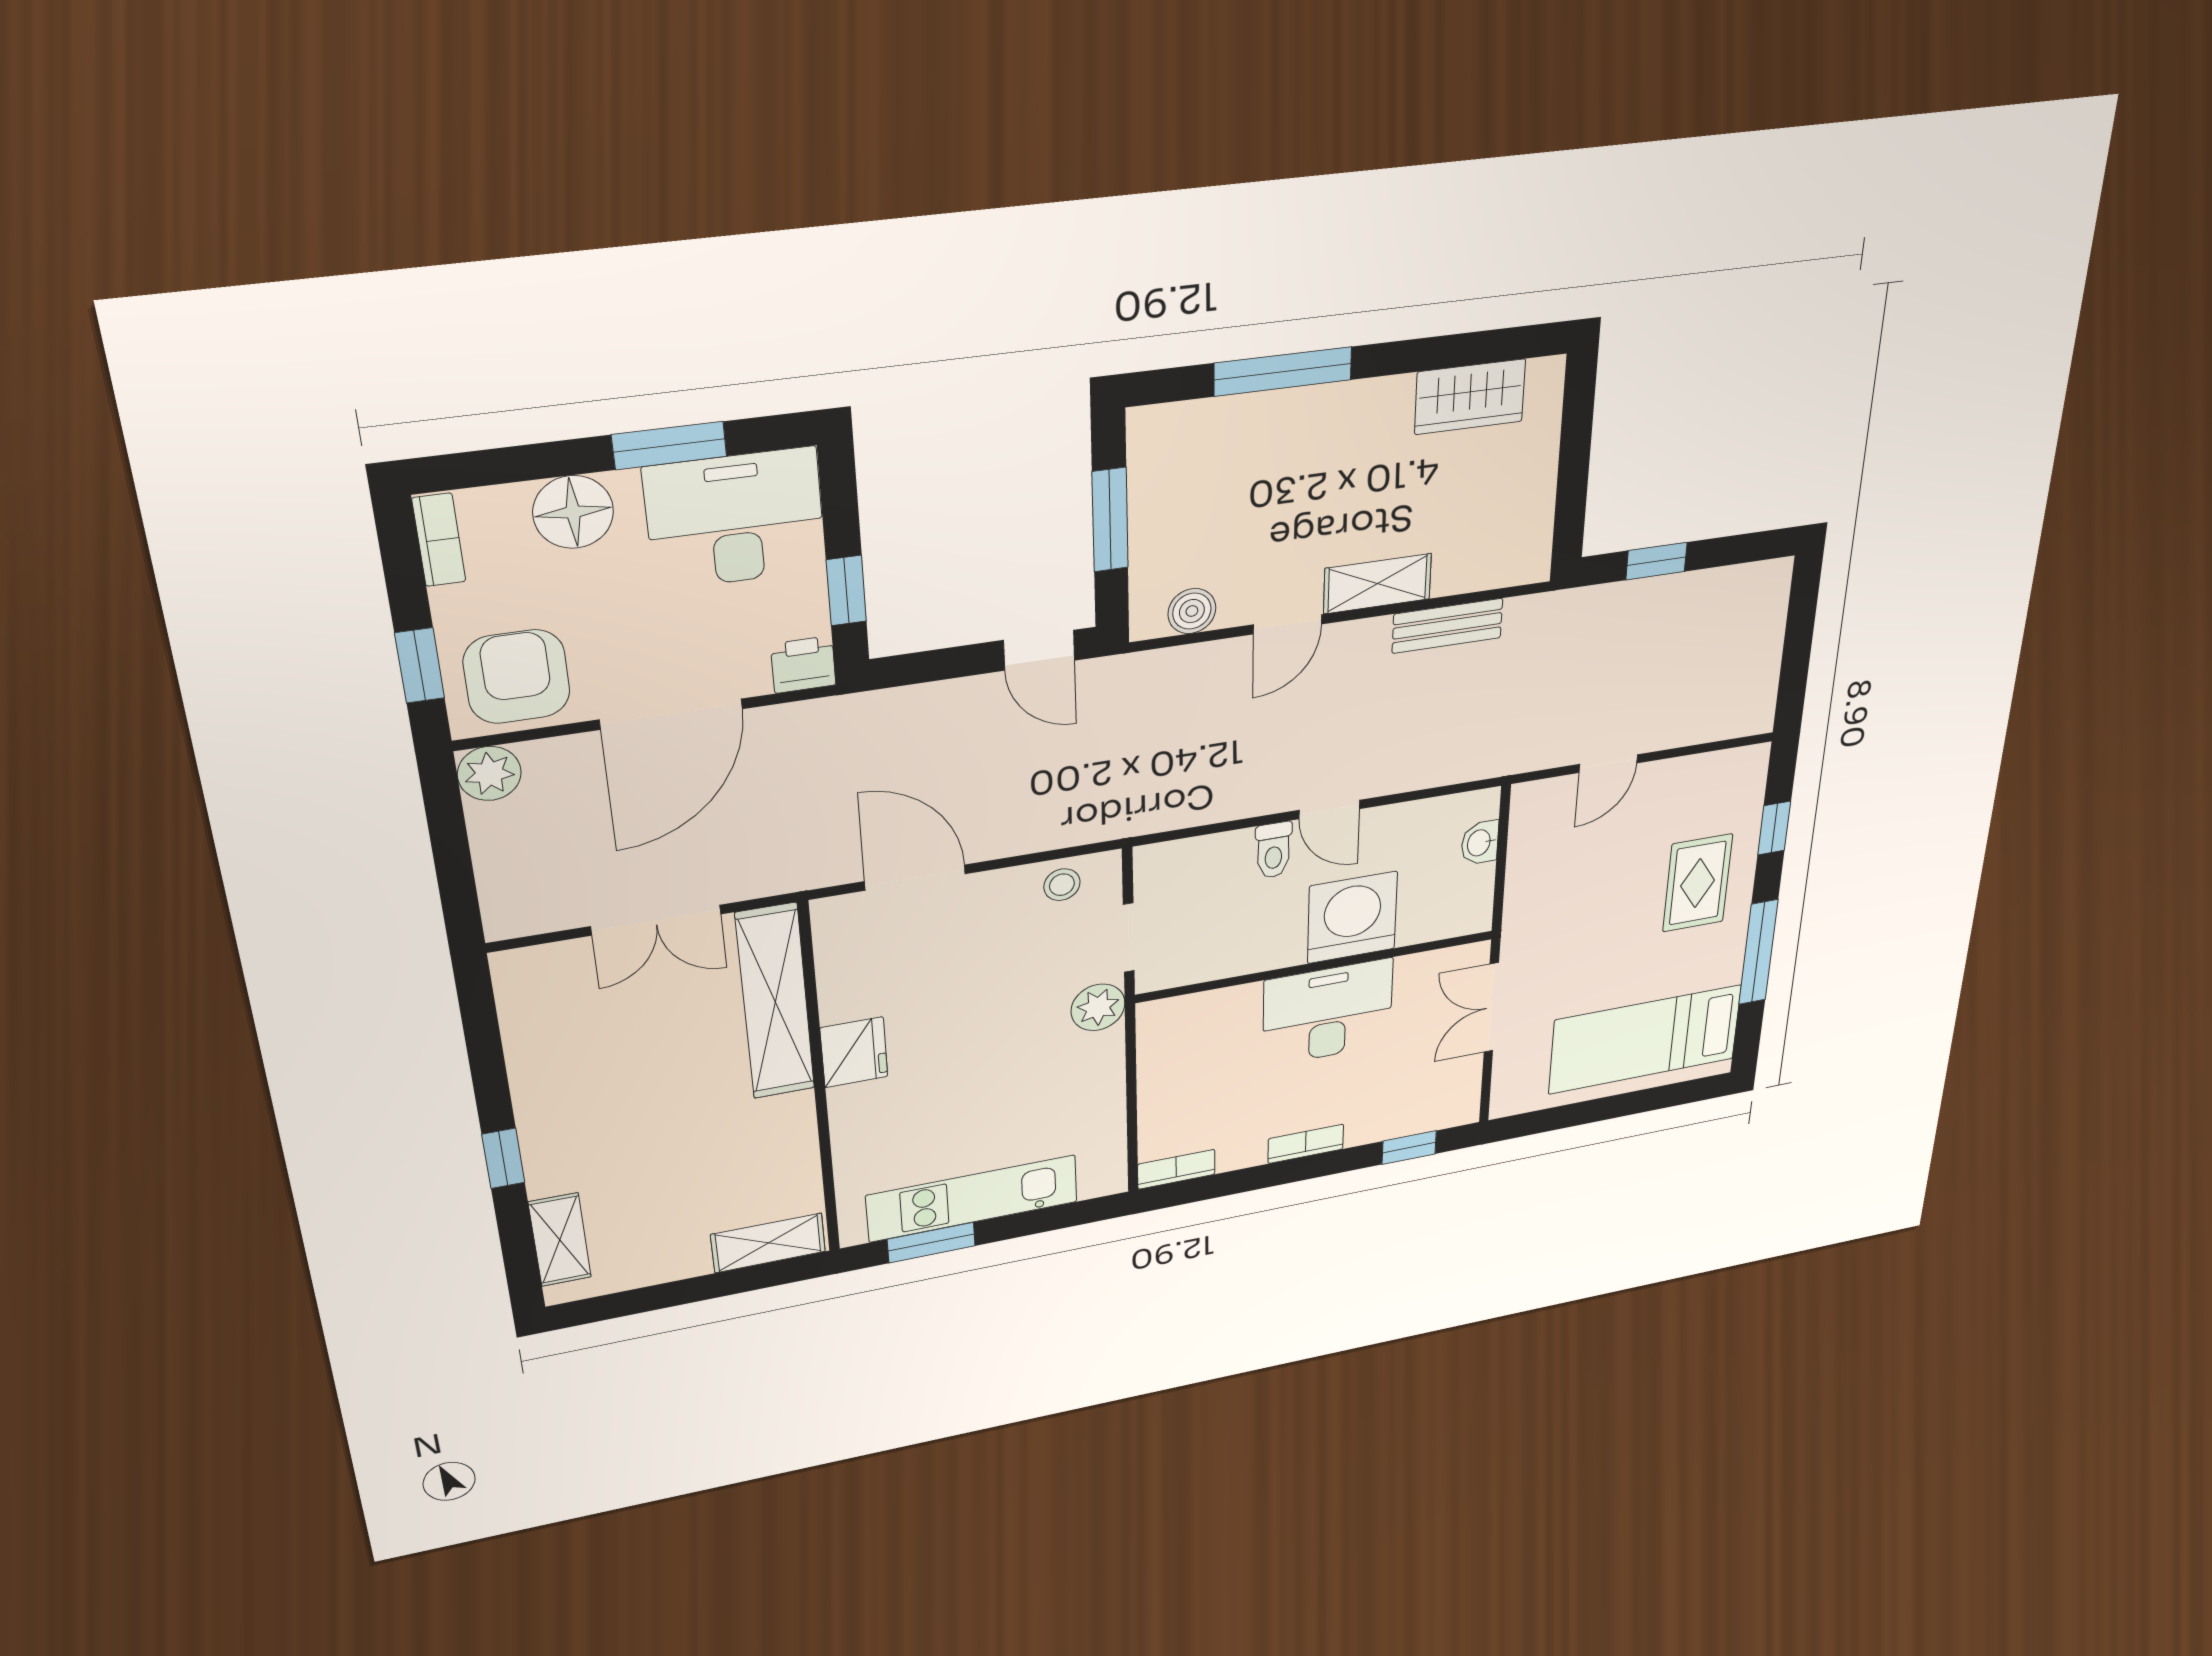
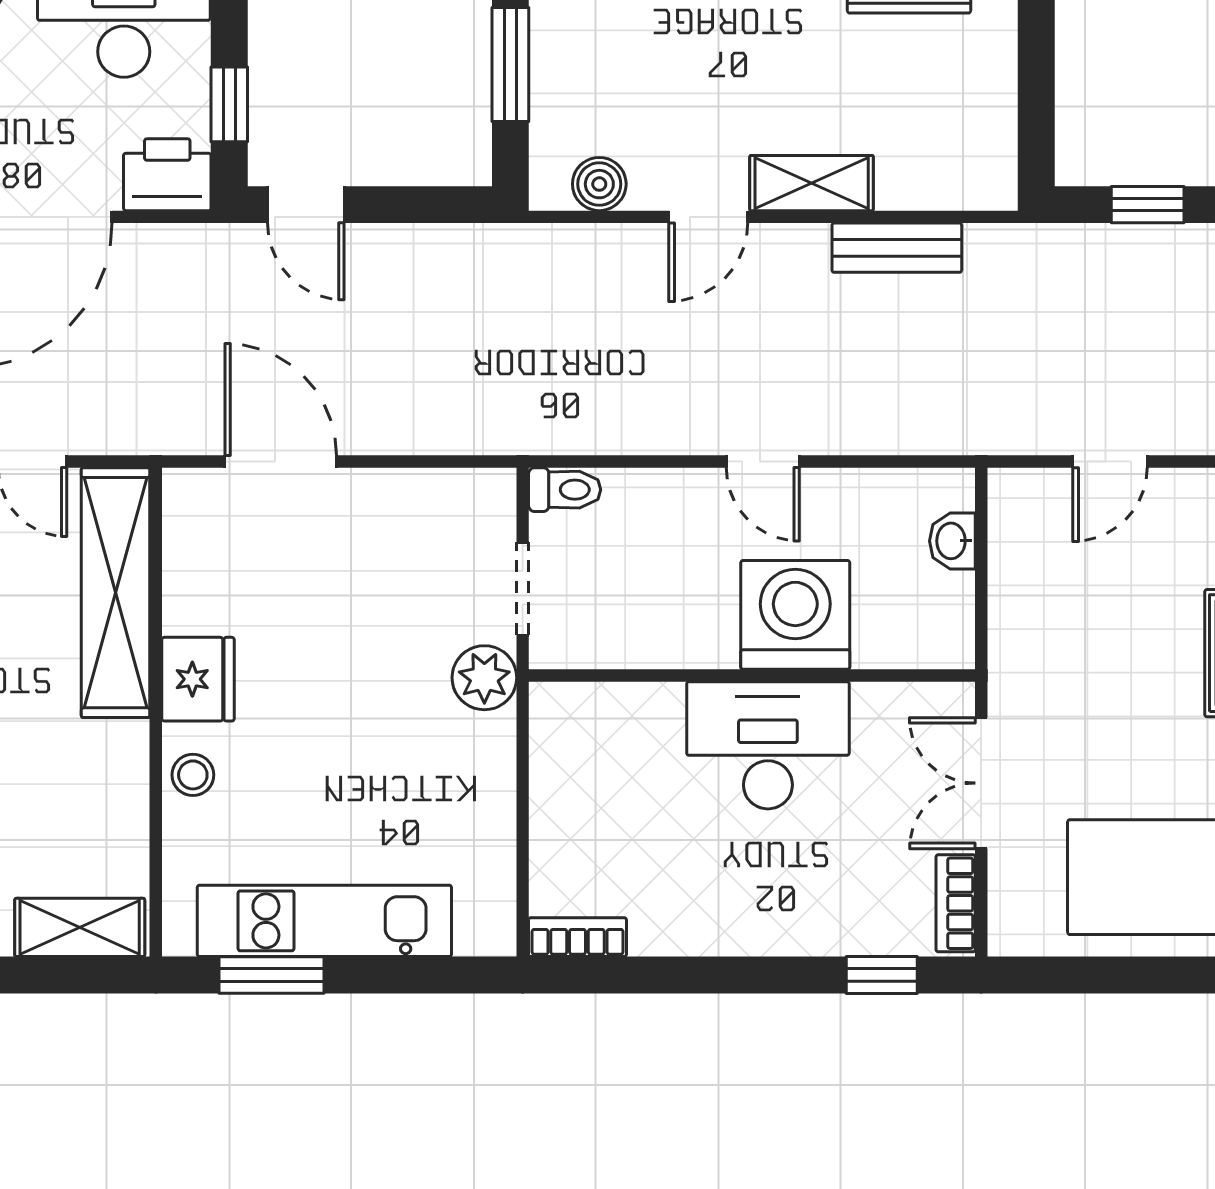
door: (1039, 650) -> (306, 205), moved
printer: (803, 665) -> (167, 175), width x1.36, depth x1.24
toilet: (1274, 850) -> (565, 490), moved, turned -90
stool: (1062, 885) -> (193, 775), moved
bookcase: (1306, 1144) -> (956, 903), moved, turned -90

